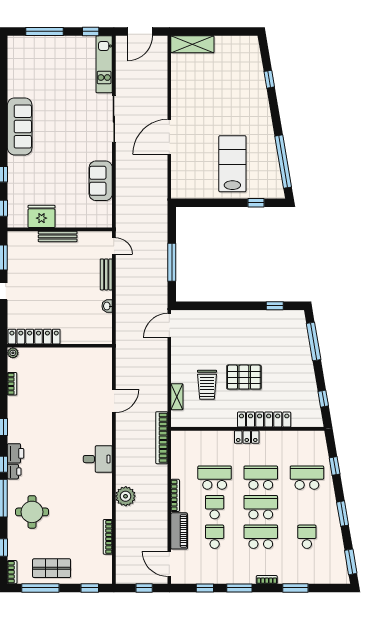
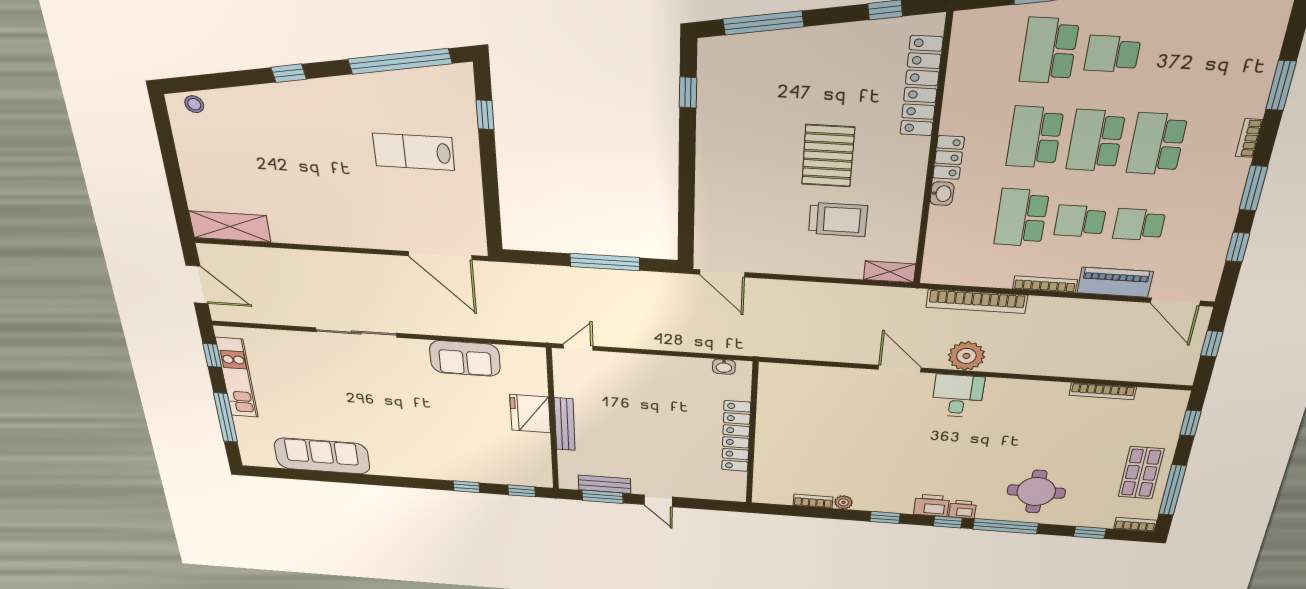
shelving: (192, 44) -> (230, 227), moved, turned 90
stool: (253, 51) -> (194, 104), added
kitchen unit: (104, 64) -> (237, 378), moved, turned -90
window: (269, 79) -> (289, 73), moved
sofa: (20, 126) -> (322, 456), moved
door: (169, 137) -> (440, 256), moved
lab bench: (232, 164) -> (414, 152), width x0.73, depth x0.72
fridge: (41, 216) -> (530, 414), moved
bench: (106, 274) -> (605, 484), moved
washbasin: (107, 306) -> (724, 367), moved
locker: (34, 337) -> (736, 436), moved
plant: (13, 353) -> (843, 502), moved
shelving: (177, 397) -> (890, 272), moved
door: (114, 401) -> (900, 369), moved
locker: (264, 420) -> (921, 86), moved
washbasin: (226, 436) -> (942, 194), added
bookcase: (162, 438) -> (977, 301), moved
plant: (126, 496) -> (966, 356), moved
school desk: (307, 537) -> (1112, 54), moved
door: (169, 564) -> (1175, 302), hinge flipped

